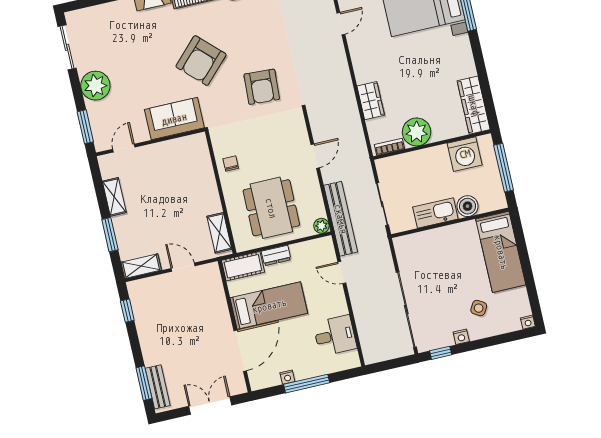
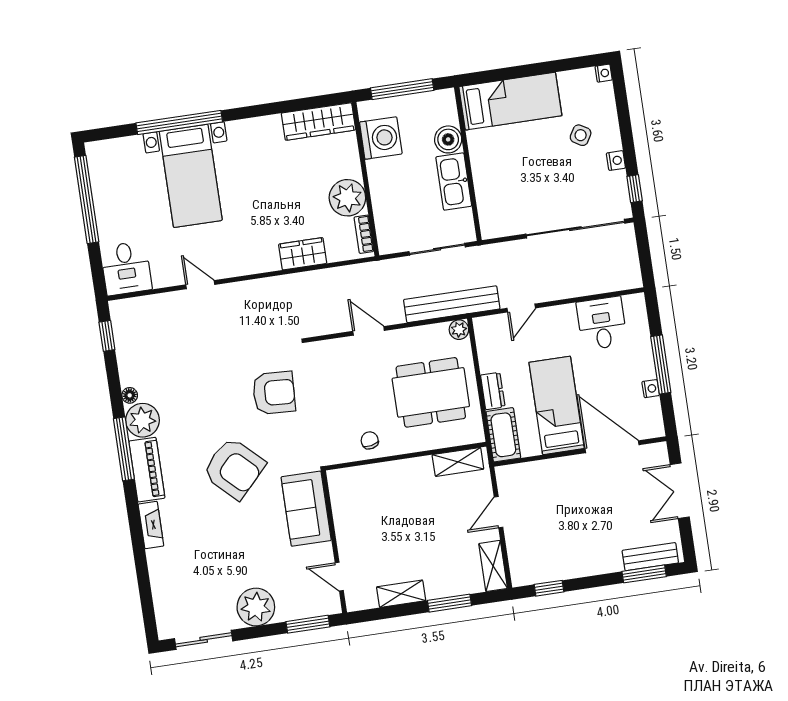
chair: (231, 163) -> (370, 440), turned 79

